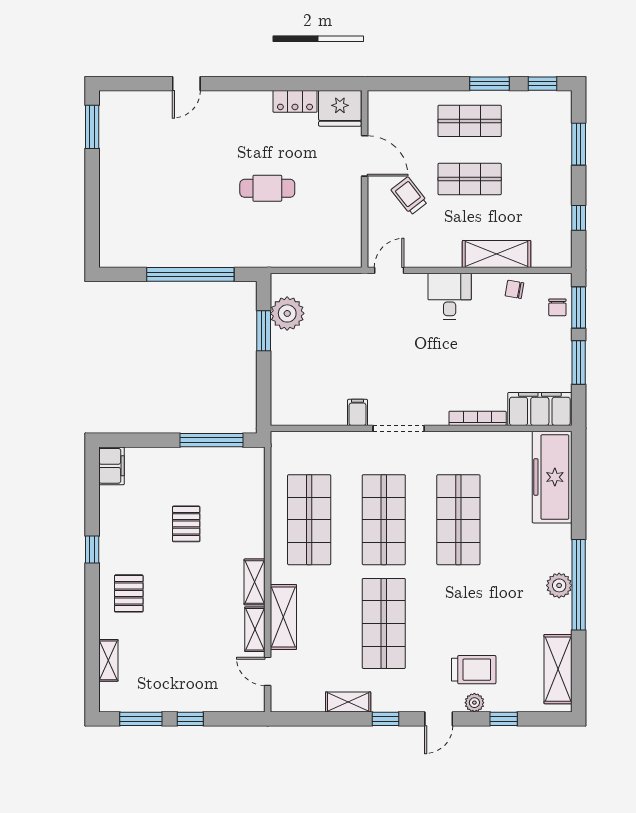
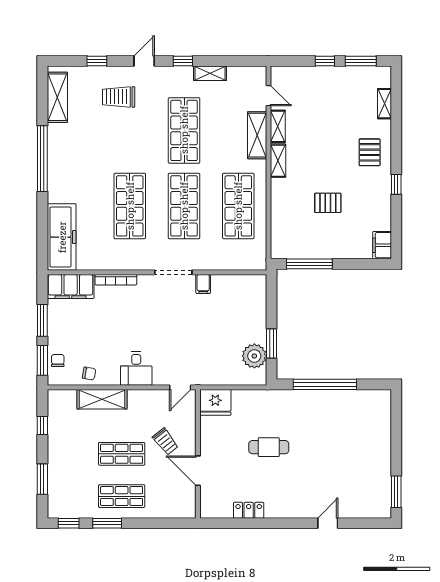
fridge: (340, 108) -> (215, 402), moved, turned 180
pallet: (186, 524) -> (328, 203), turned 90
plant: (559, 585) -> (56, 158), removed
plant: (474, 703) -> (118, 73), removed

